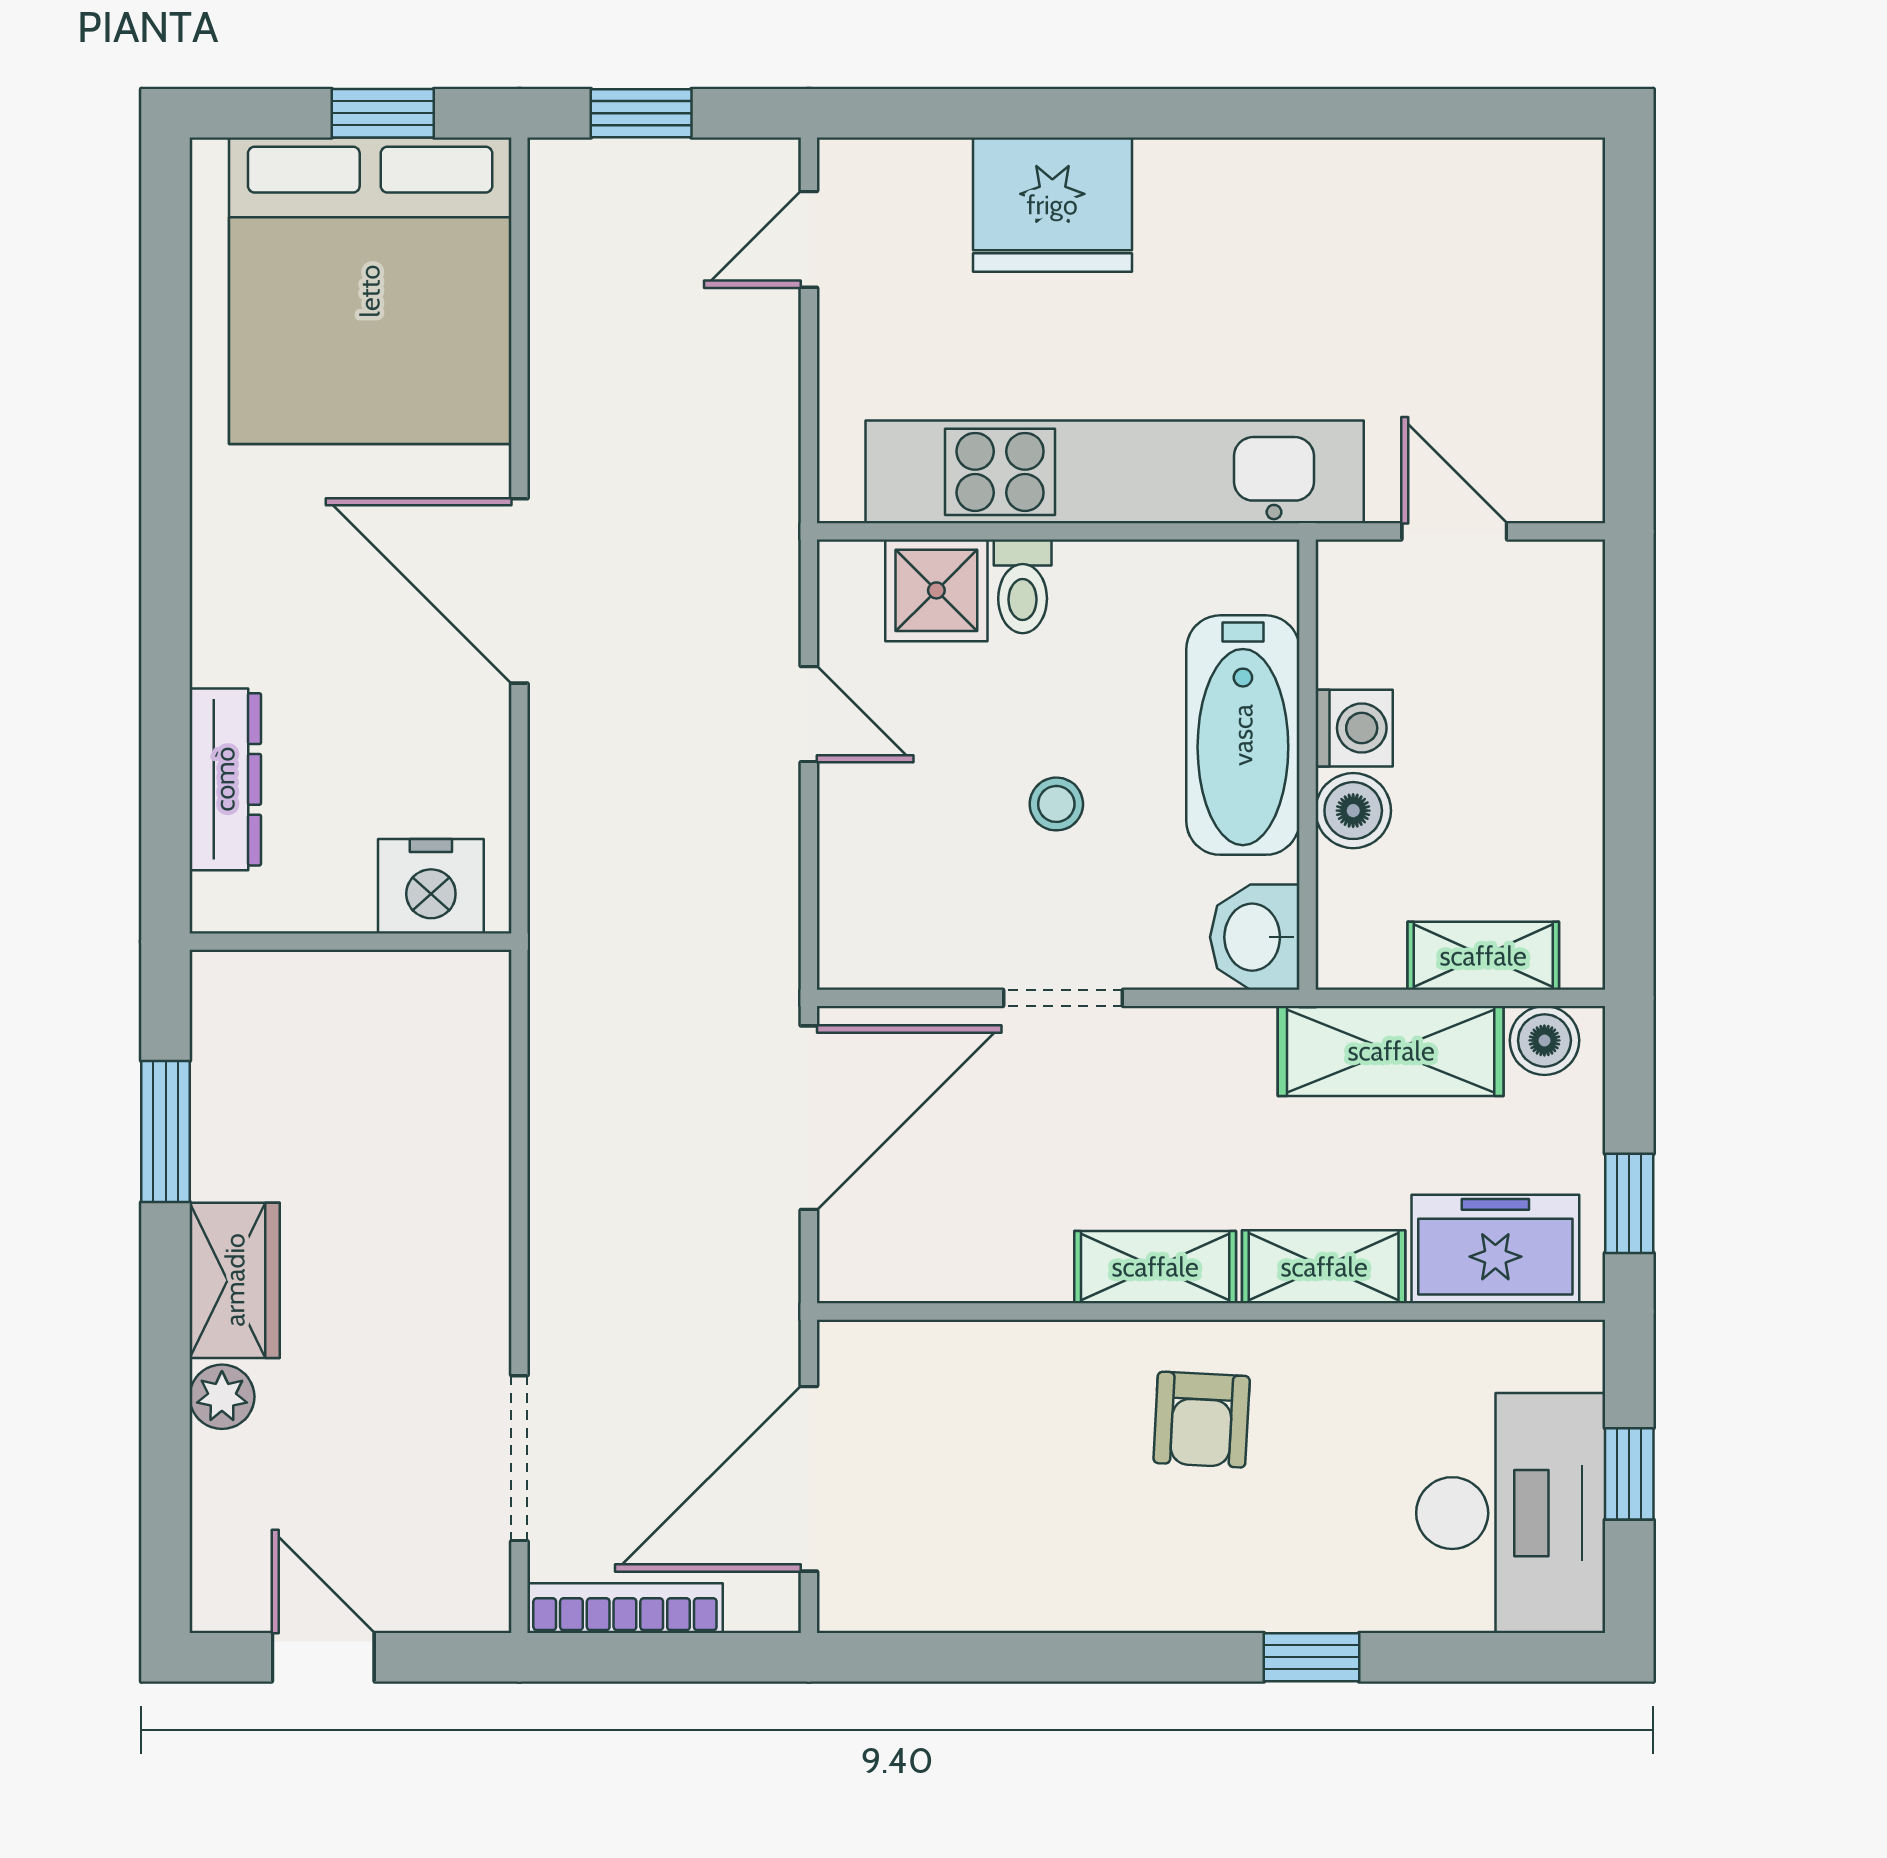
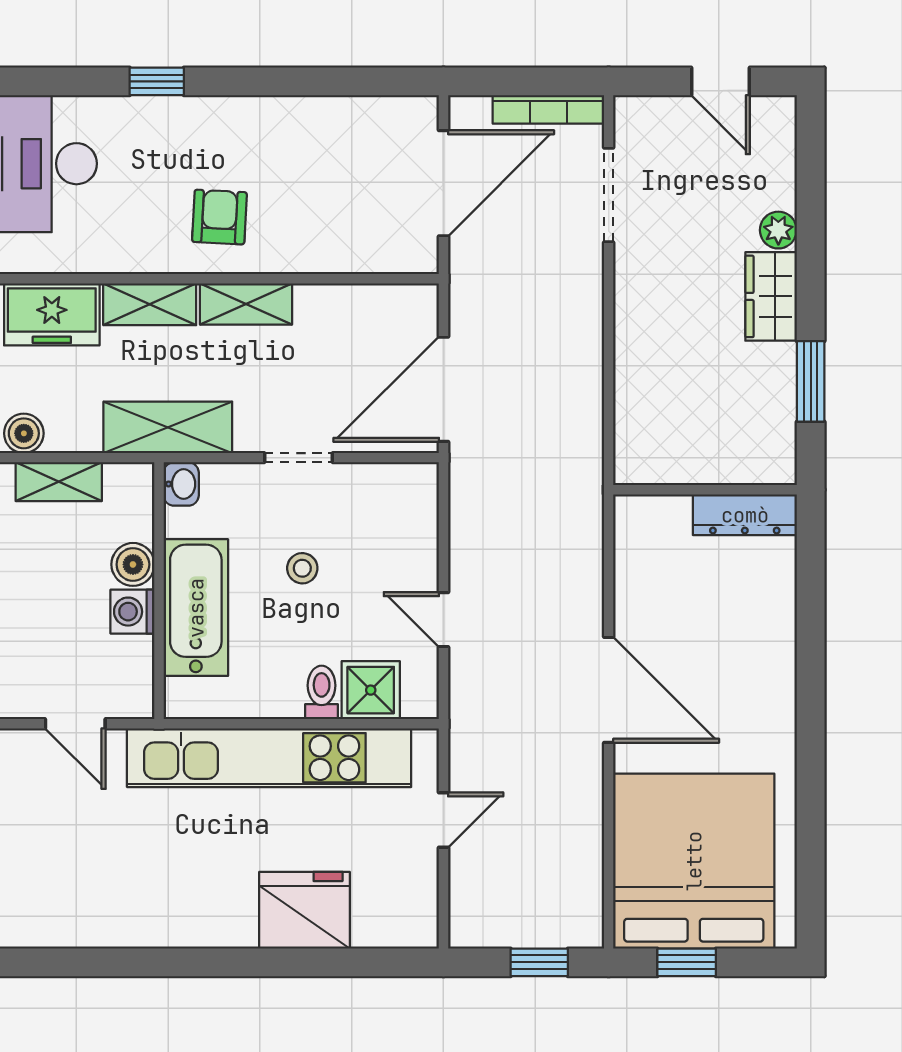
door: (809, 239) -> (443, 820), moved
dresser: (225, 779) -> (745, 515), moved, turned -90
nightstand: (431, 886) -> (659, 521), removed
washbasin: (1255, 937) -> (181, 484), width x0.72, depth x0.69
shelving: (1391, 1051) -> (168, 427), moved

